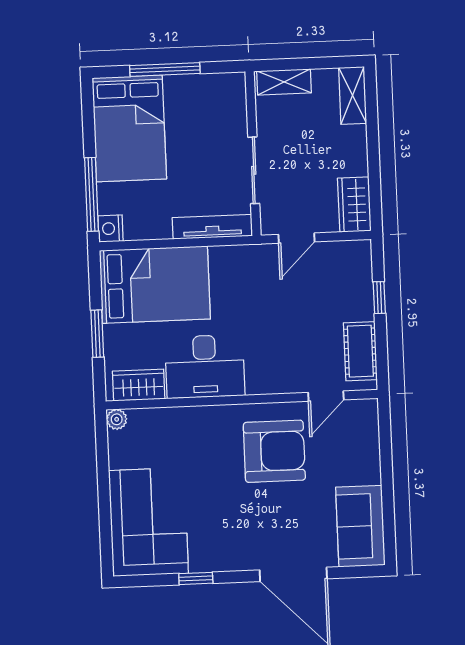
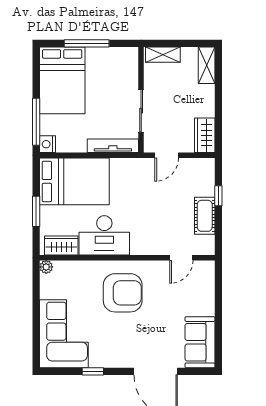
cot: (360, 351) -> (205, 216), moved
armchair: (274, 451) -> (123, 293), moved

